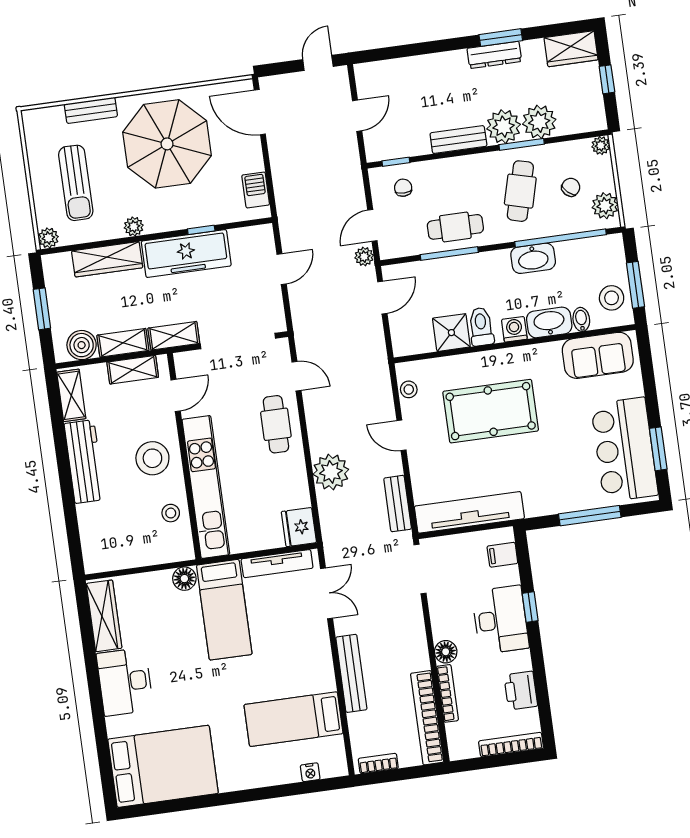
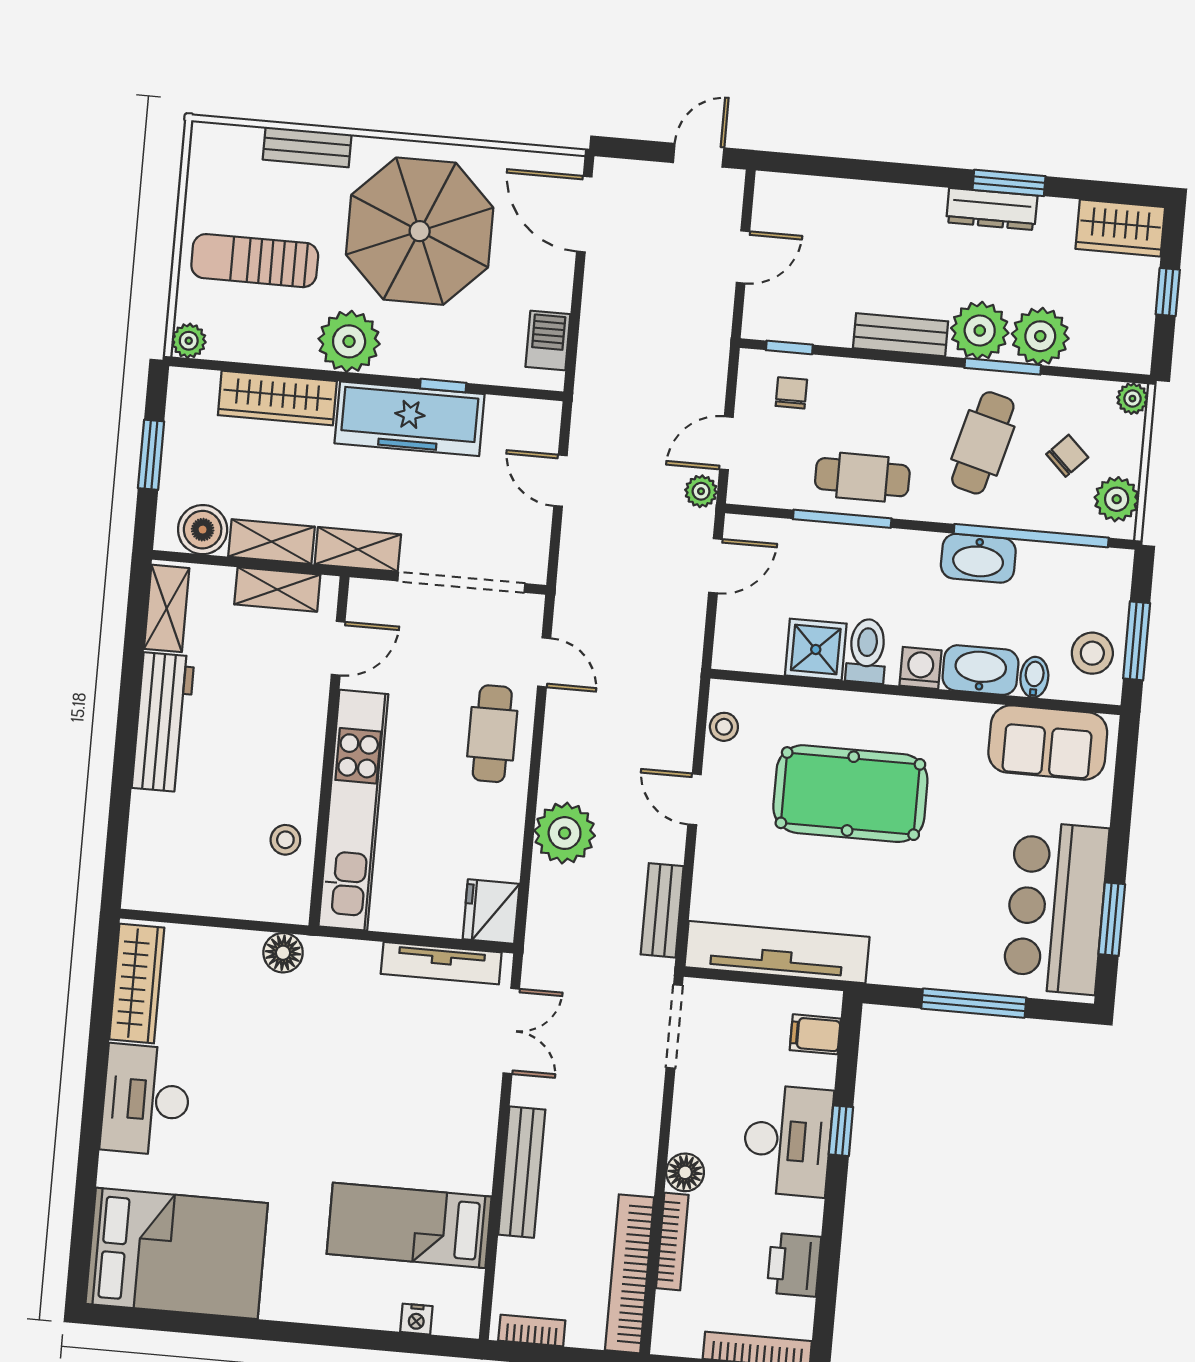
sun lounger: (76, 183) -> (255, 261), turned 90
plant: (134, 227) -> (349, 341), width x1.88, depth x1.88
door: (282, 269) -> (560, 481), swing flipped
stool: (152, 458) -> (276, 743), removed
bed: (224, 610) -> (337, 1019), removed

